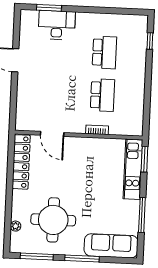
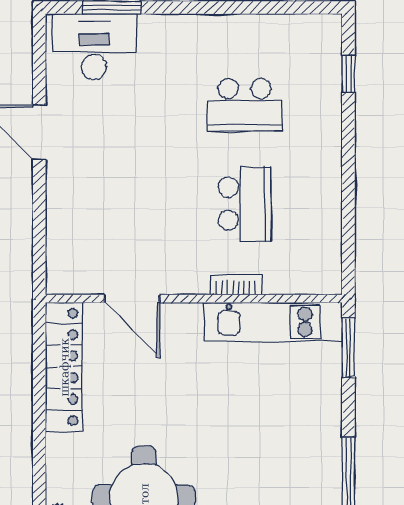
desk: (57, 25) -> (94, 47), moved
school desk: (104, 52) -> (245, 105), turned 90
kitchen unit: (133, 169) -> (273, 322), moved, turned -90

